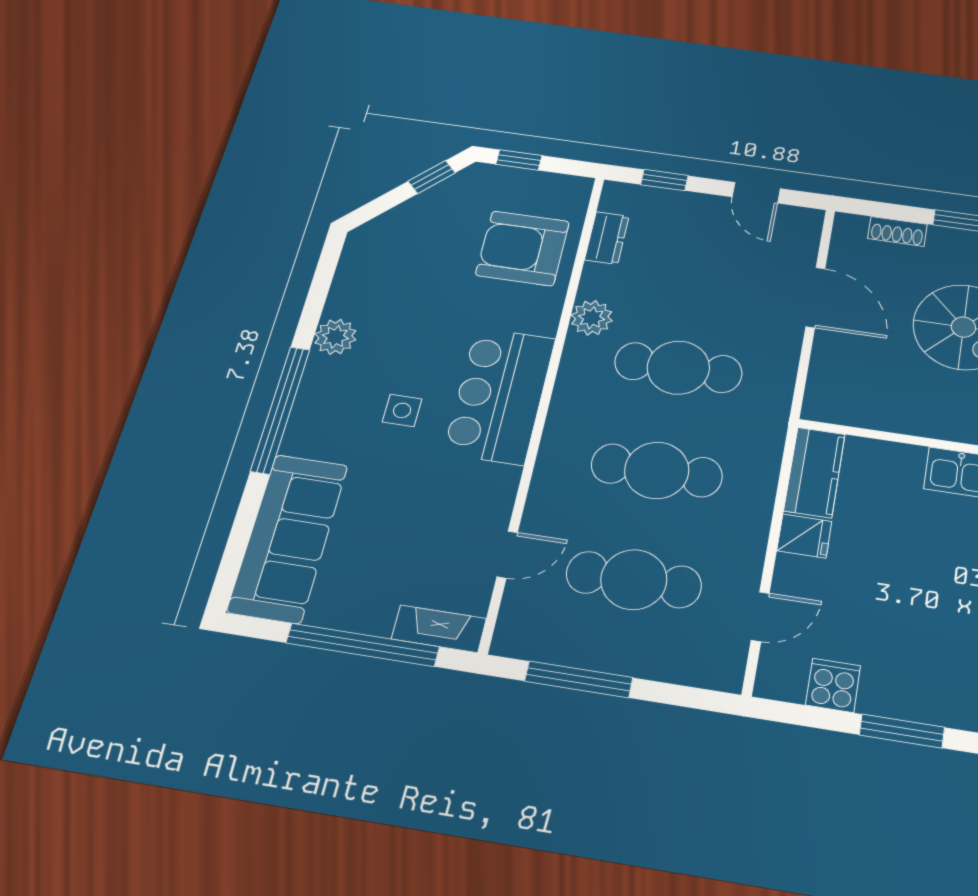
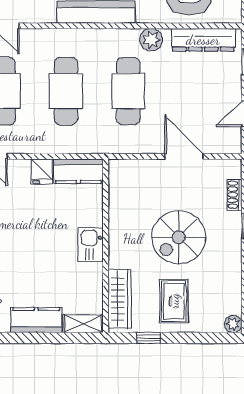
dresser: (607, 238) -> (203, 40), width x1.96, depth x1.24
door: (815, 297) -> (184, 156), swing flipped

